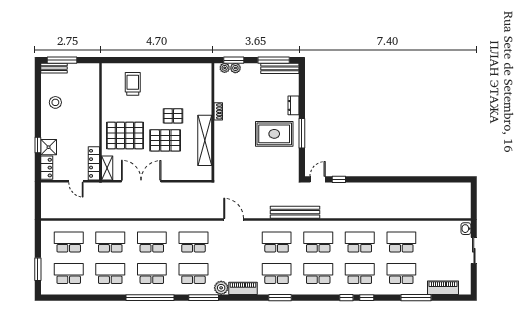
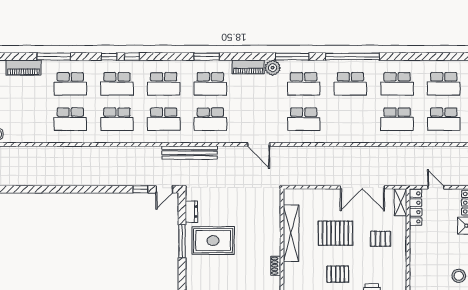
dresser: (293, 105) -> (191, 212), moved
pallet: (173, 116) -> (338, 274), moved
pallet: (125, 135) -> (380, 239), width x0.49, depth x0.50
school desk: (152, 242) -> (350, 119), removed

